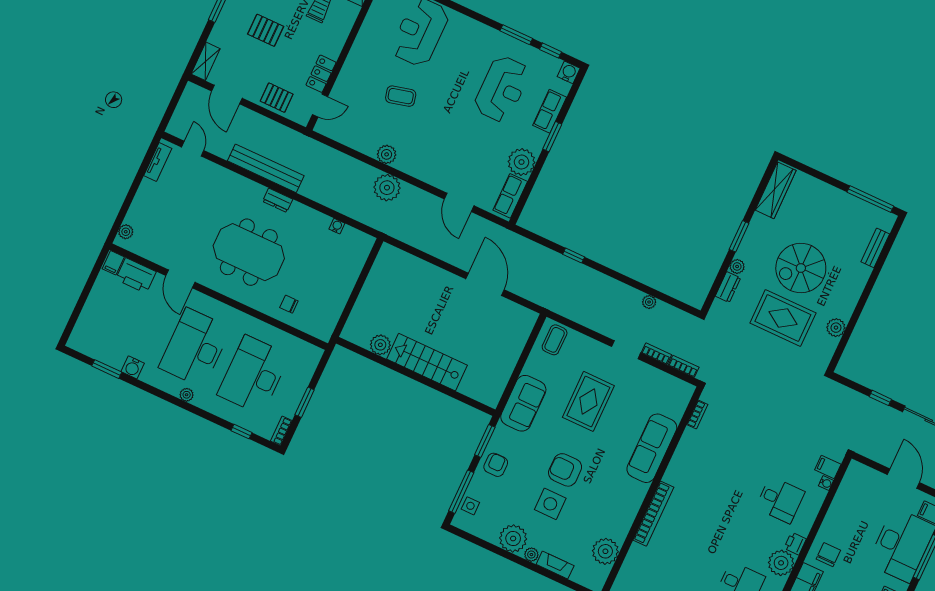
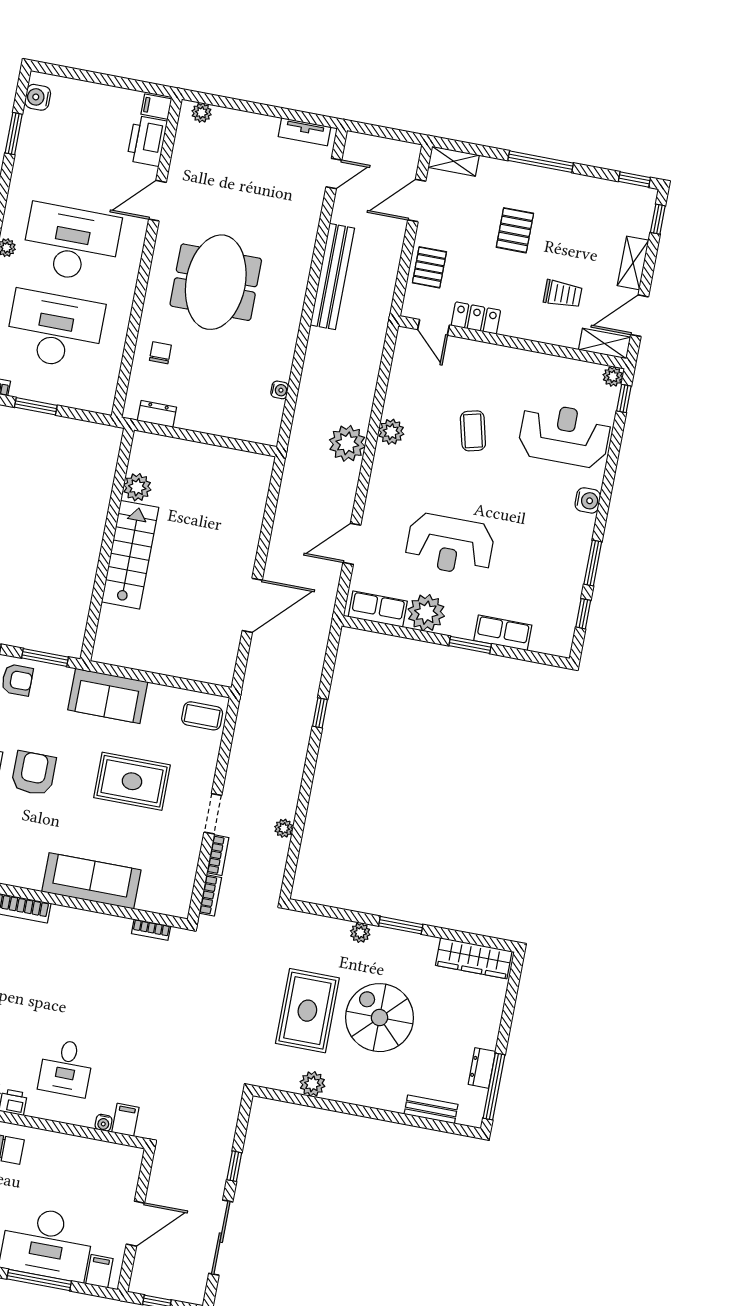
water cooler: (569, 72) -> (588, 500), moved
reception desk: (502, 89) -> (450, 545), moved
dresser: (278, 200) -> (157, 414), moved, turned 90
dresser: (728, 287) -> (482, 1068), moved, turned 90
water cooler: (133, 367) -> (38, 97), moved

